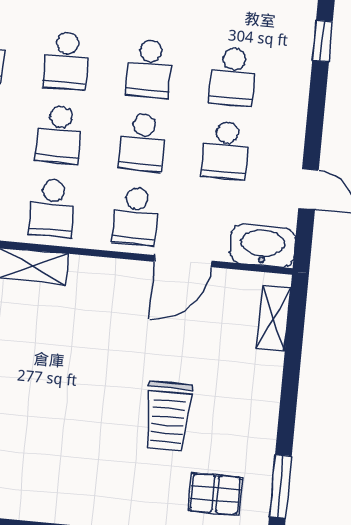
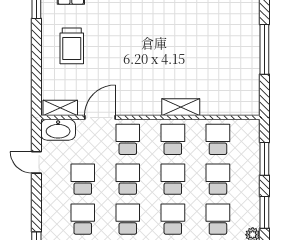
shelving: (273, 319) -> (60, 108), moved, turned 90
trolley: (168, 416) -> (72, 46), moved, turned 180

